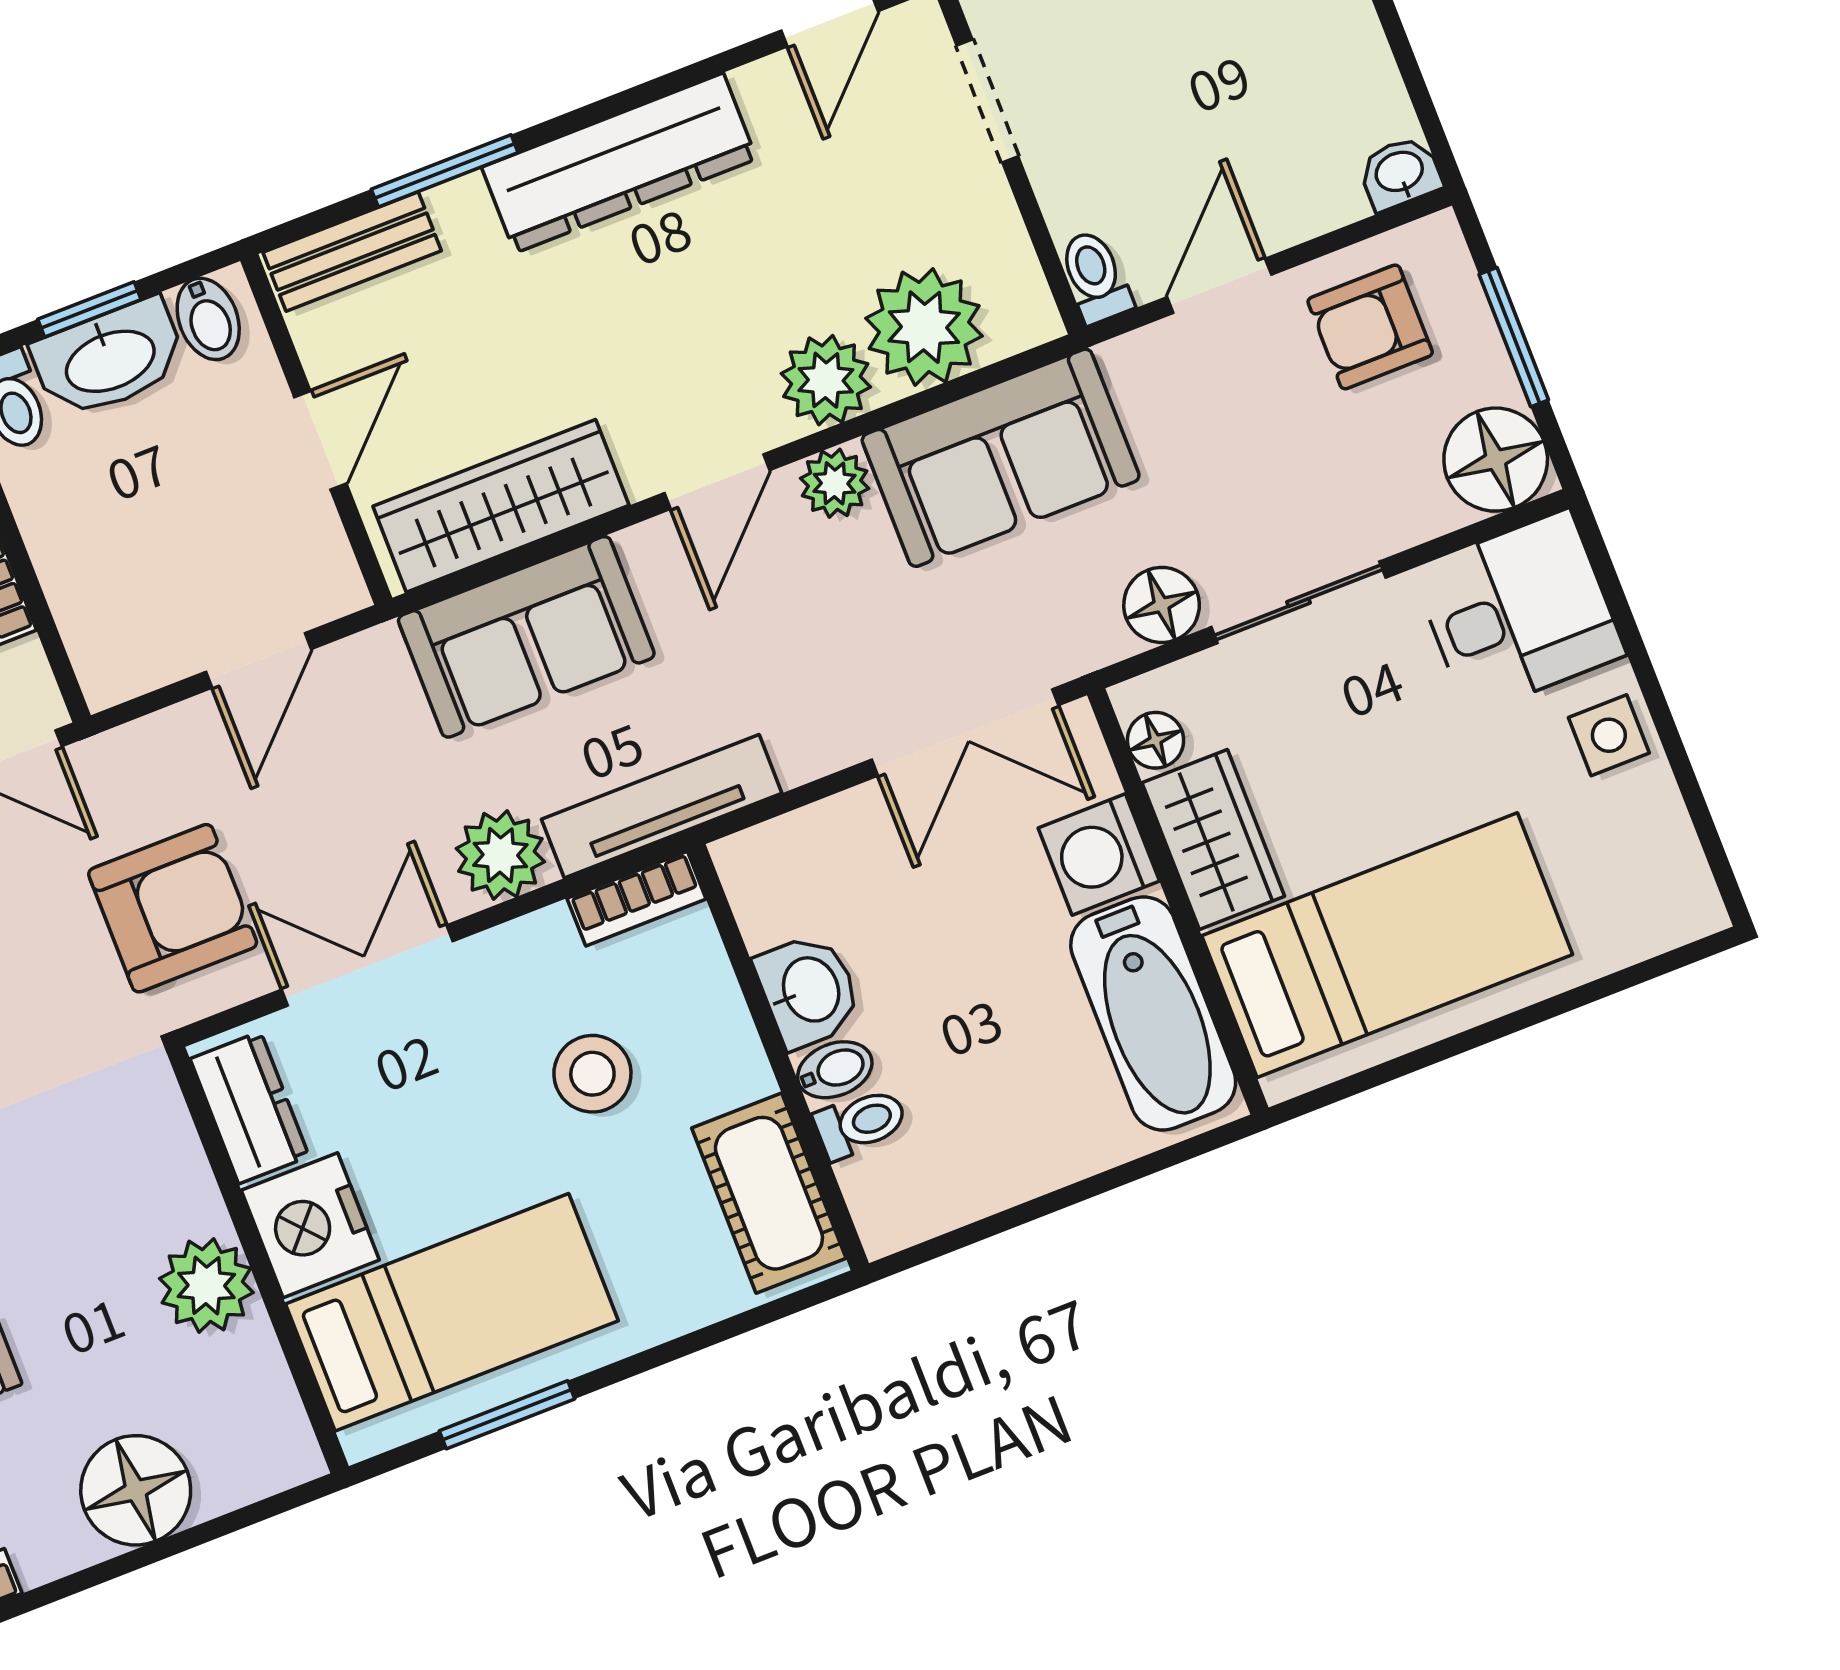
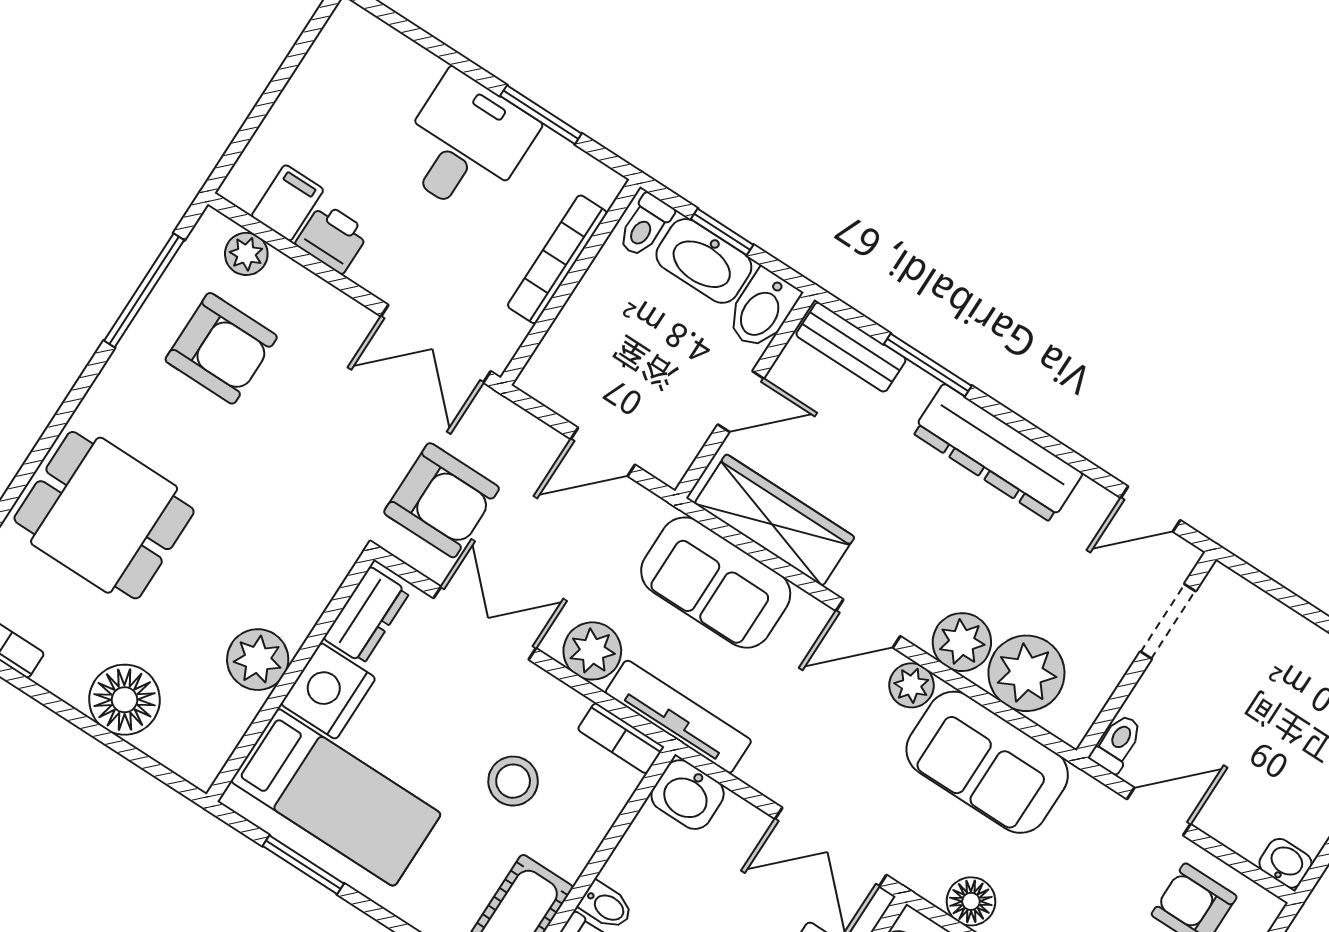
bidet: (208, 319) -> (762, 309), width x1.38, depth x1.36
washbasin: (809, 990) -> (688, 795), moved, turned 90

